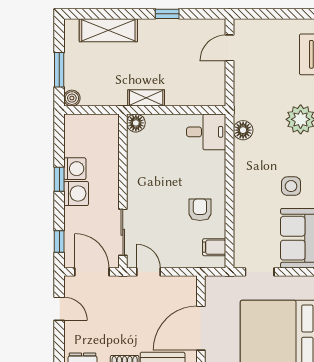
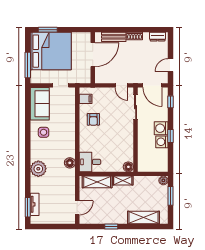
shelving: (193, 95) -> (97, 182), added
door: (59, 309) -> (170, 65), hinge flipped

